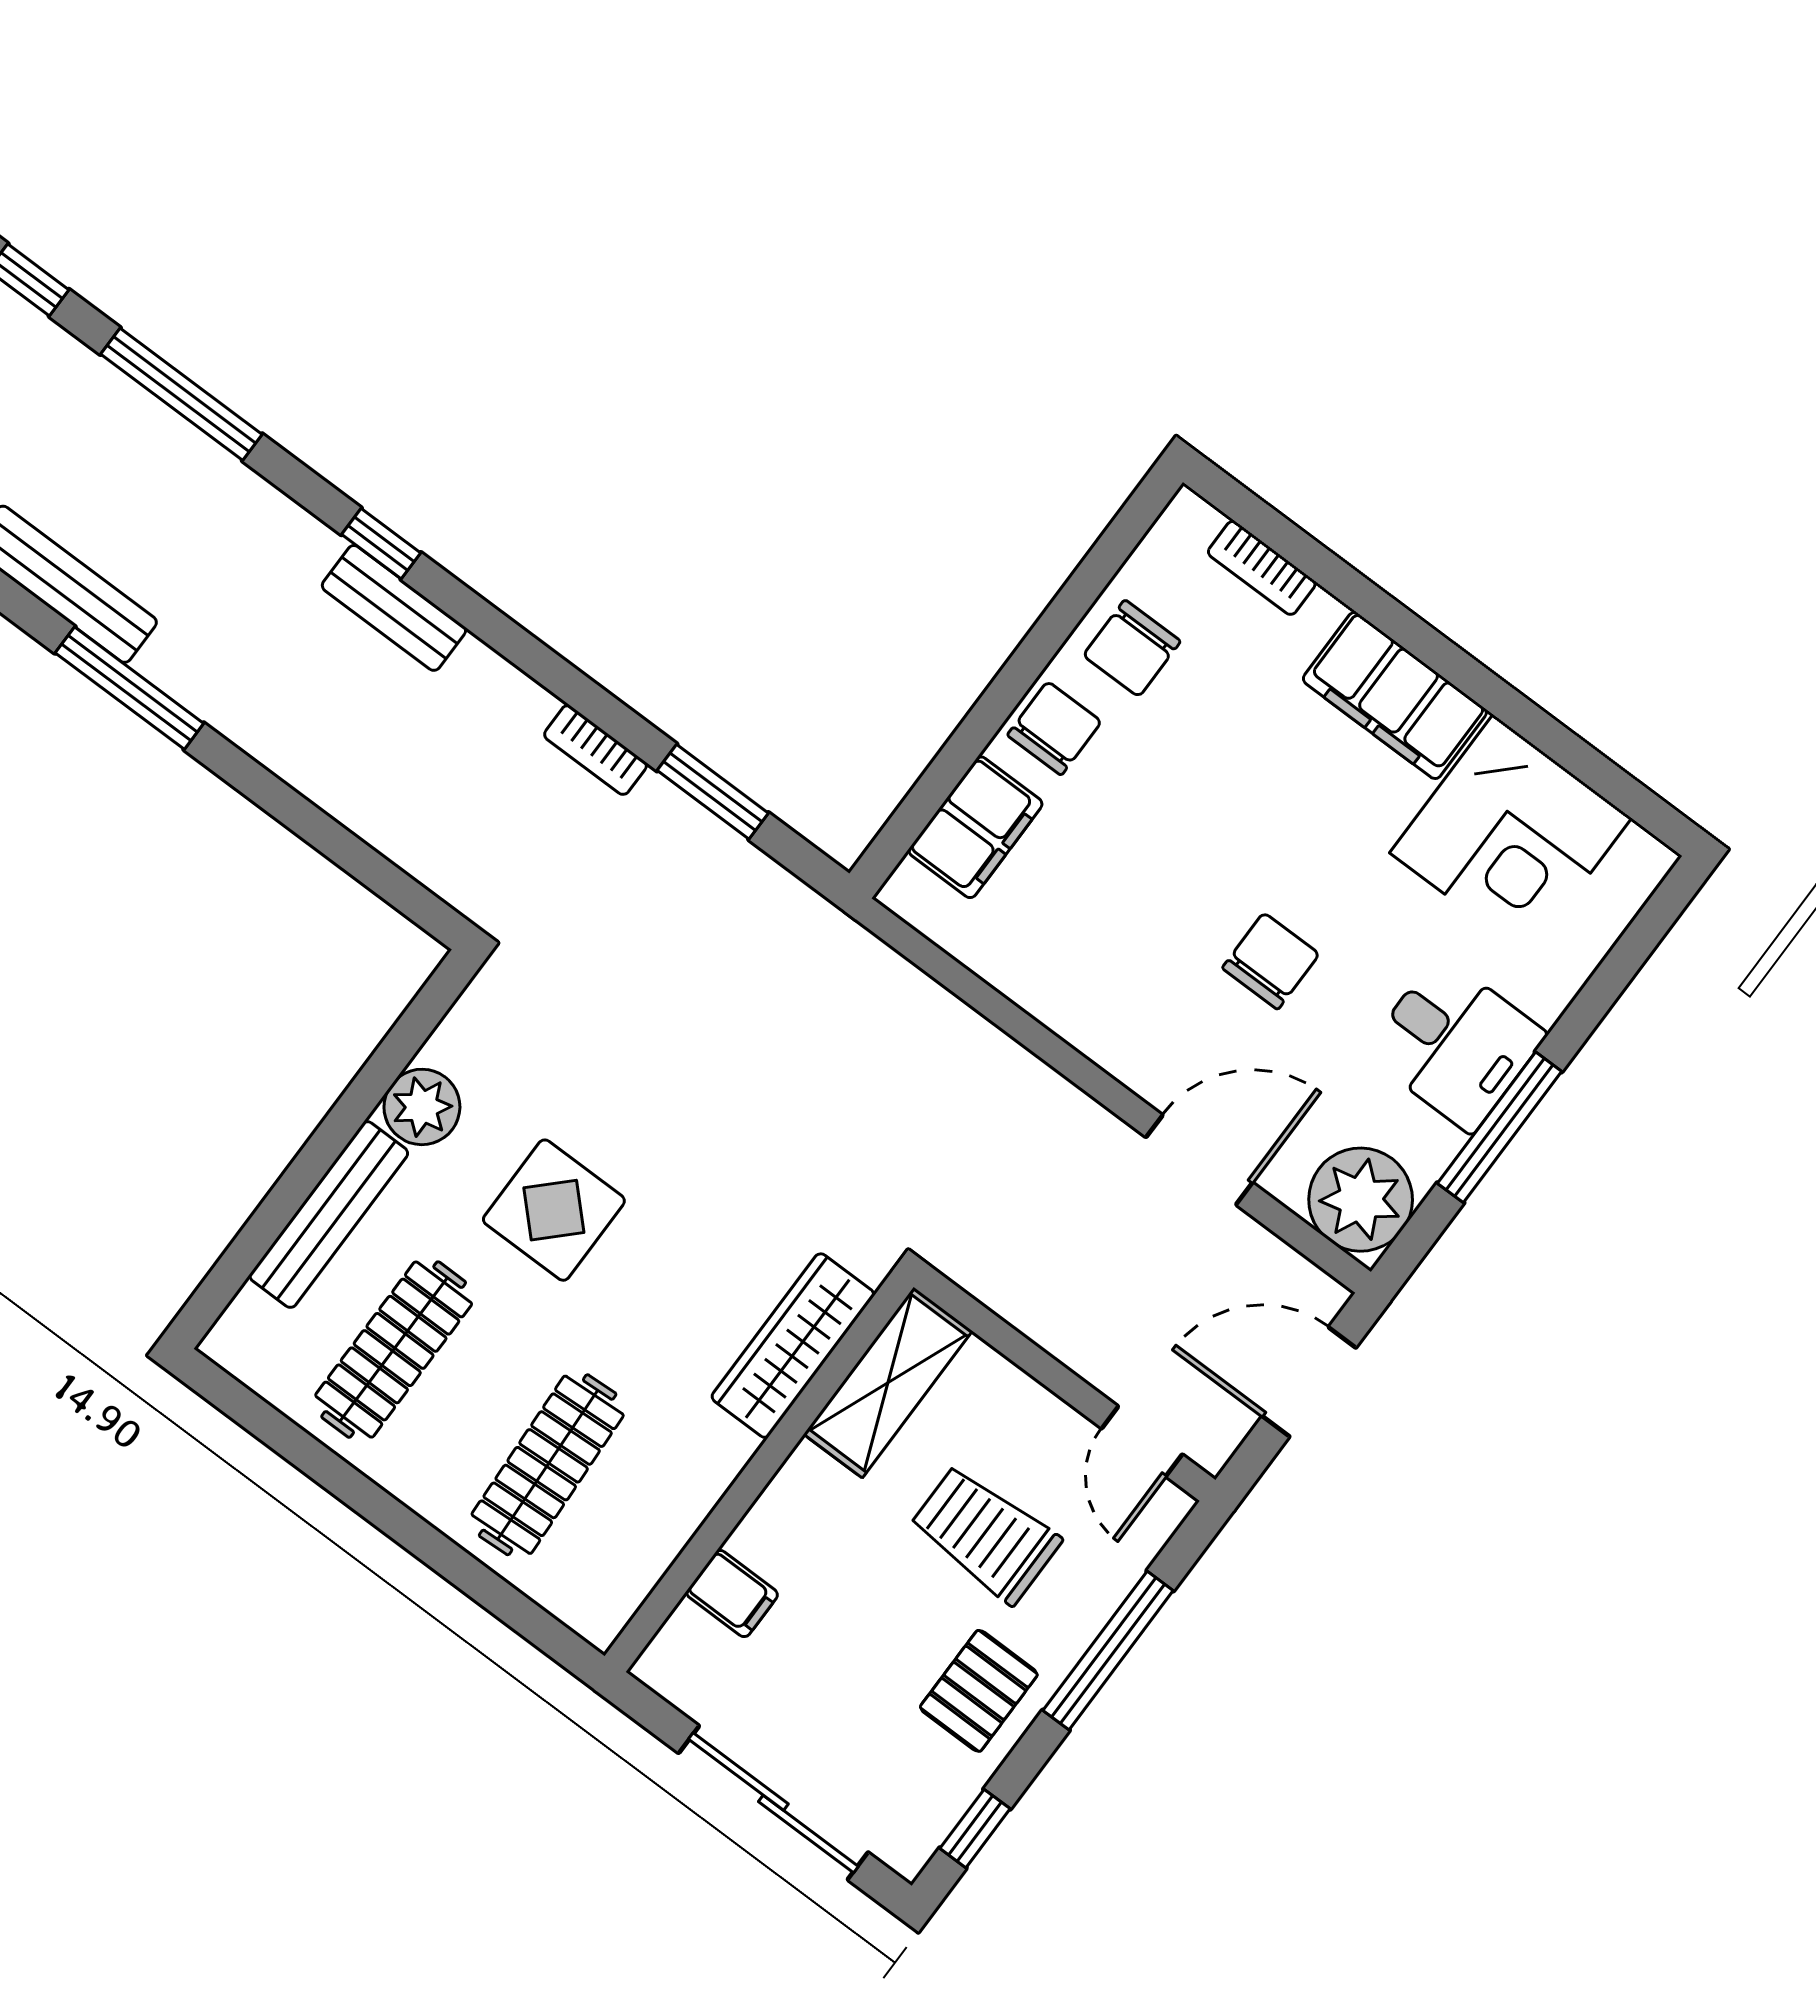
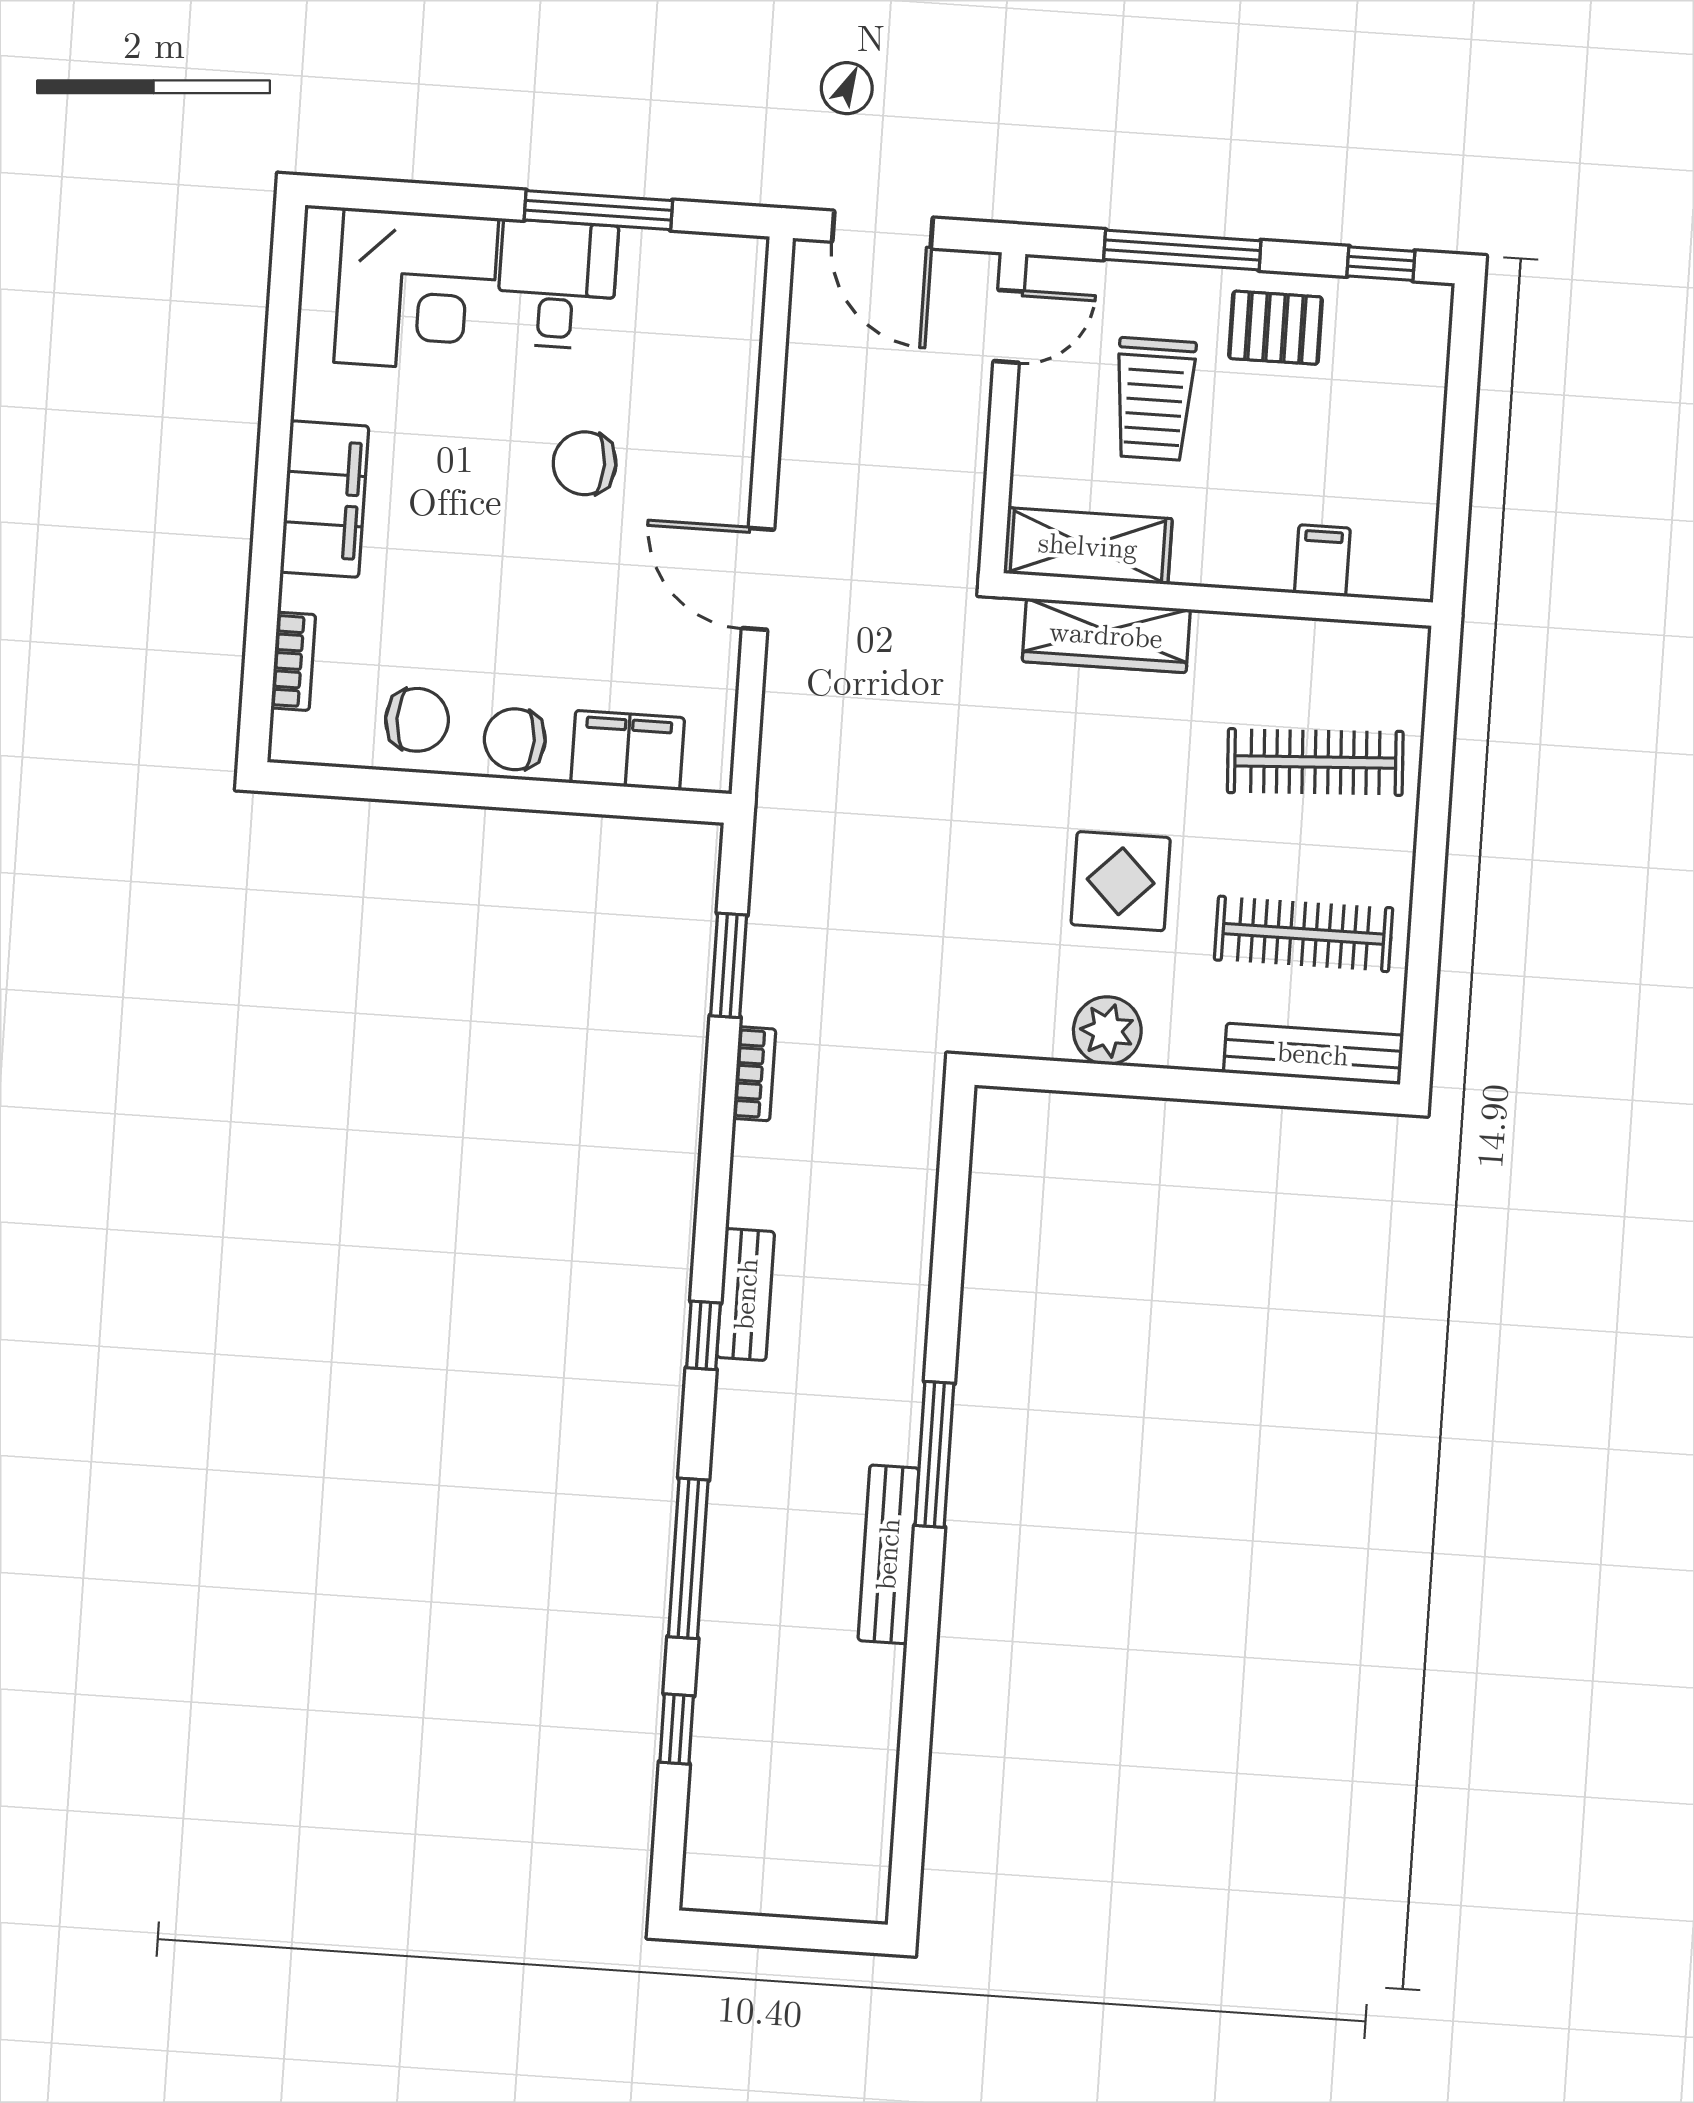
corner desk: (1511, 835) -> (416, 290), moved, turned 90
door: (1199, 1160) -> (758, 579), moved
plant: (1361, 1200) -> (720, 280), removed
bench: (329, 1214) -> (1313, 1054), moved
sliding door: (773, 1803) -> (1460, 428), removed

